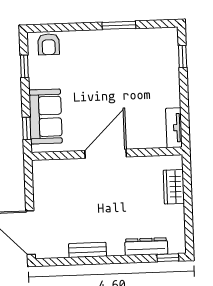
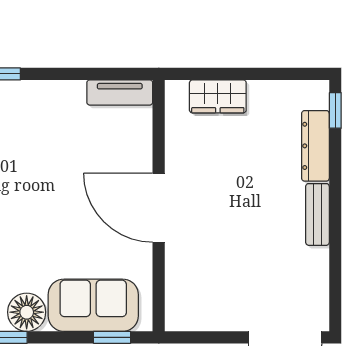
floor lamp: (40, 77) -> (27, 312), added
bench: (87, 250) -> (317, 214), moved

